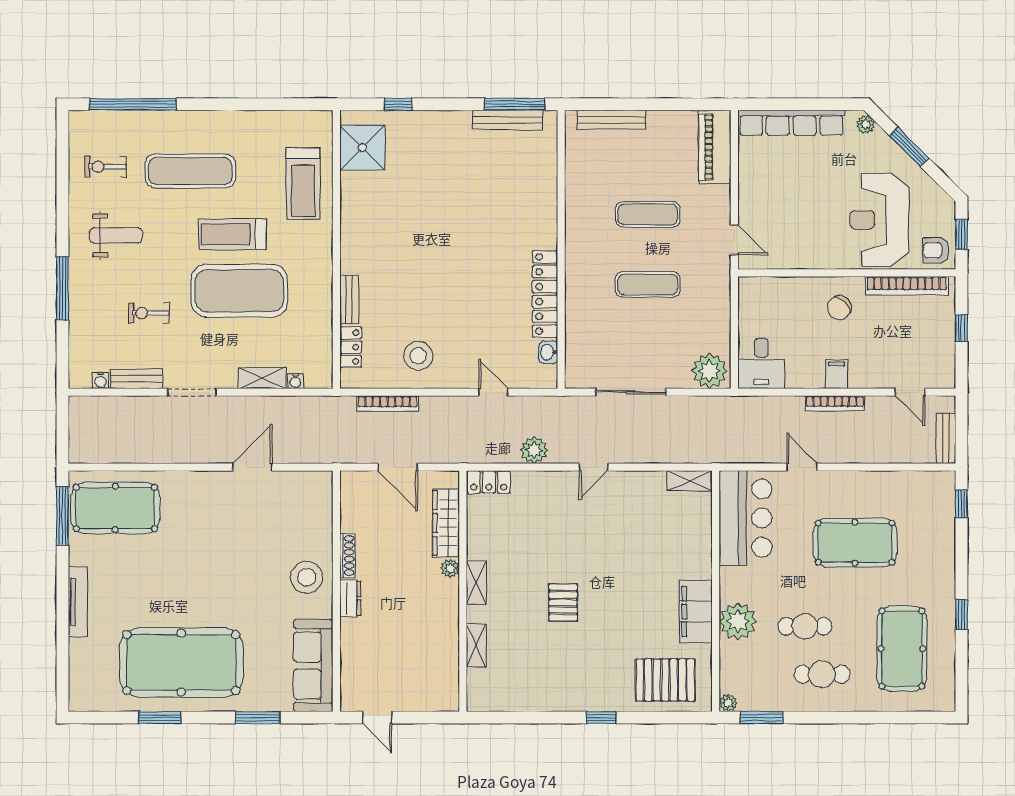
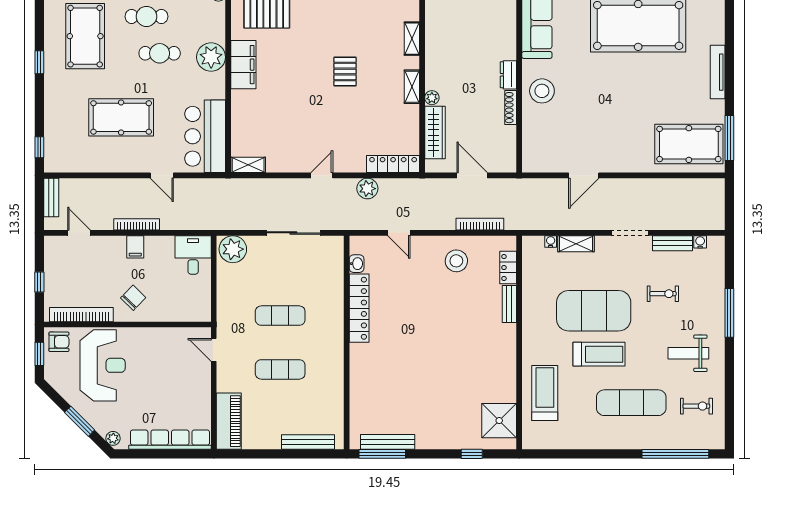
locker: (489, 482) -> (393, 164), width x1.53

